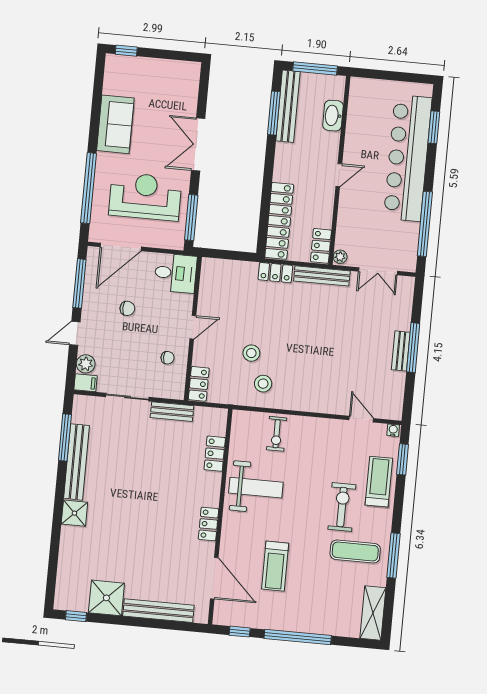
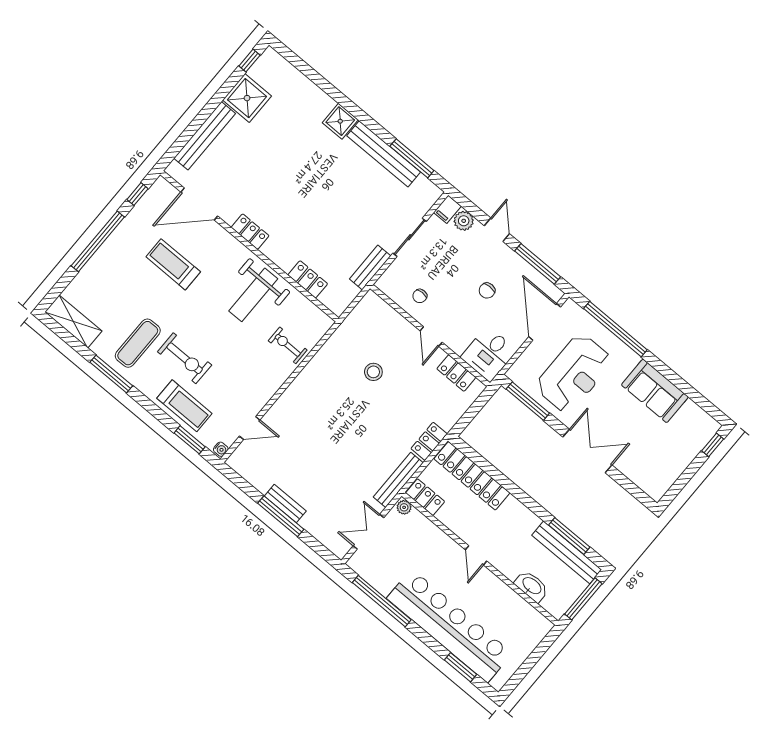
locker: (199, 384) -> (456, 373), moved
stool: (263, 384) -> (340, 364), removed

